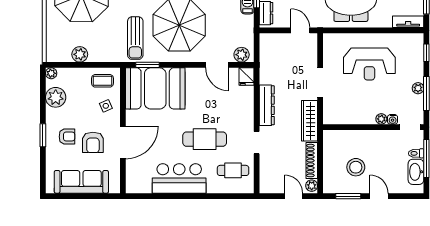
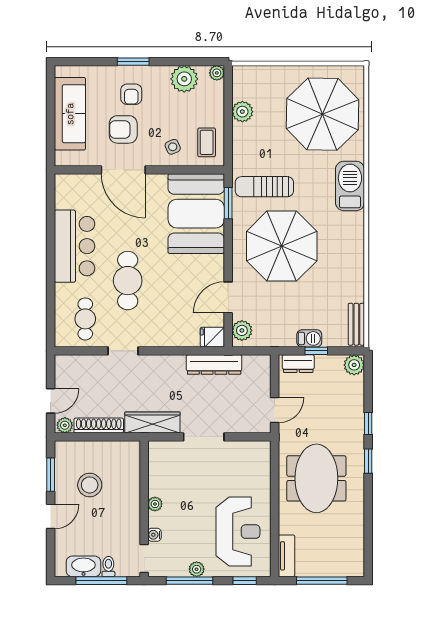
reception desk: (369, 64) -> (238, 532), moved, turned 180
dresser: (267, 105) -> (214, 365), moved
plant: (381, 119) -> (155, 504), moved

